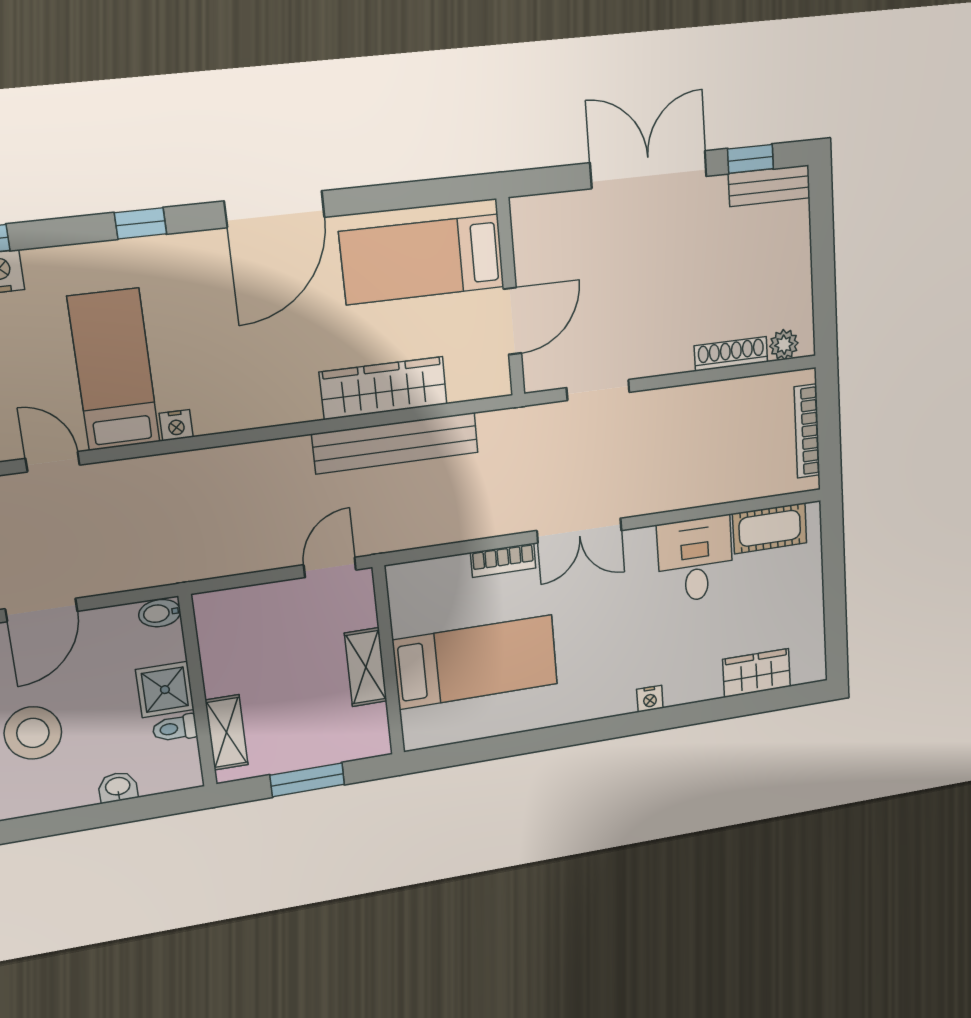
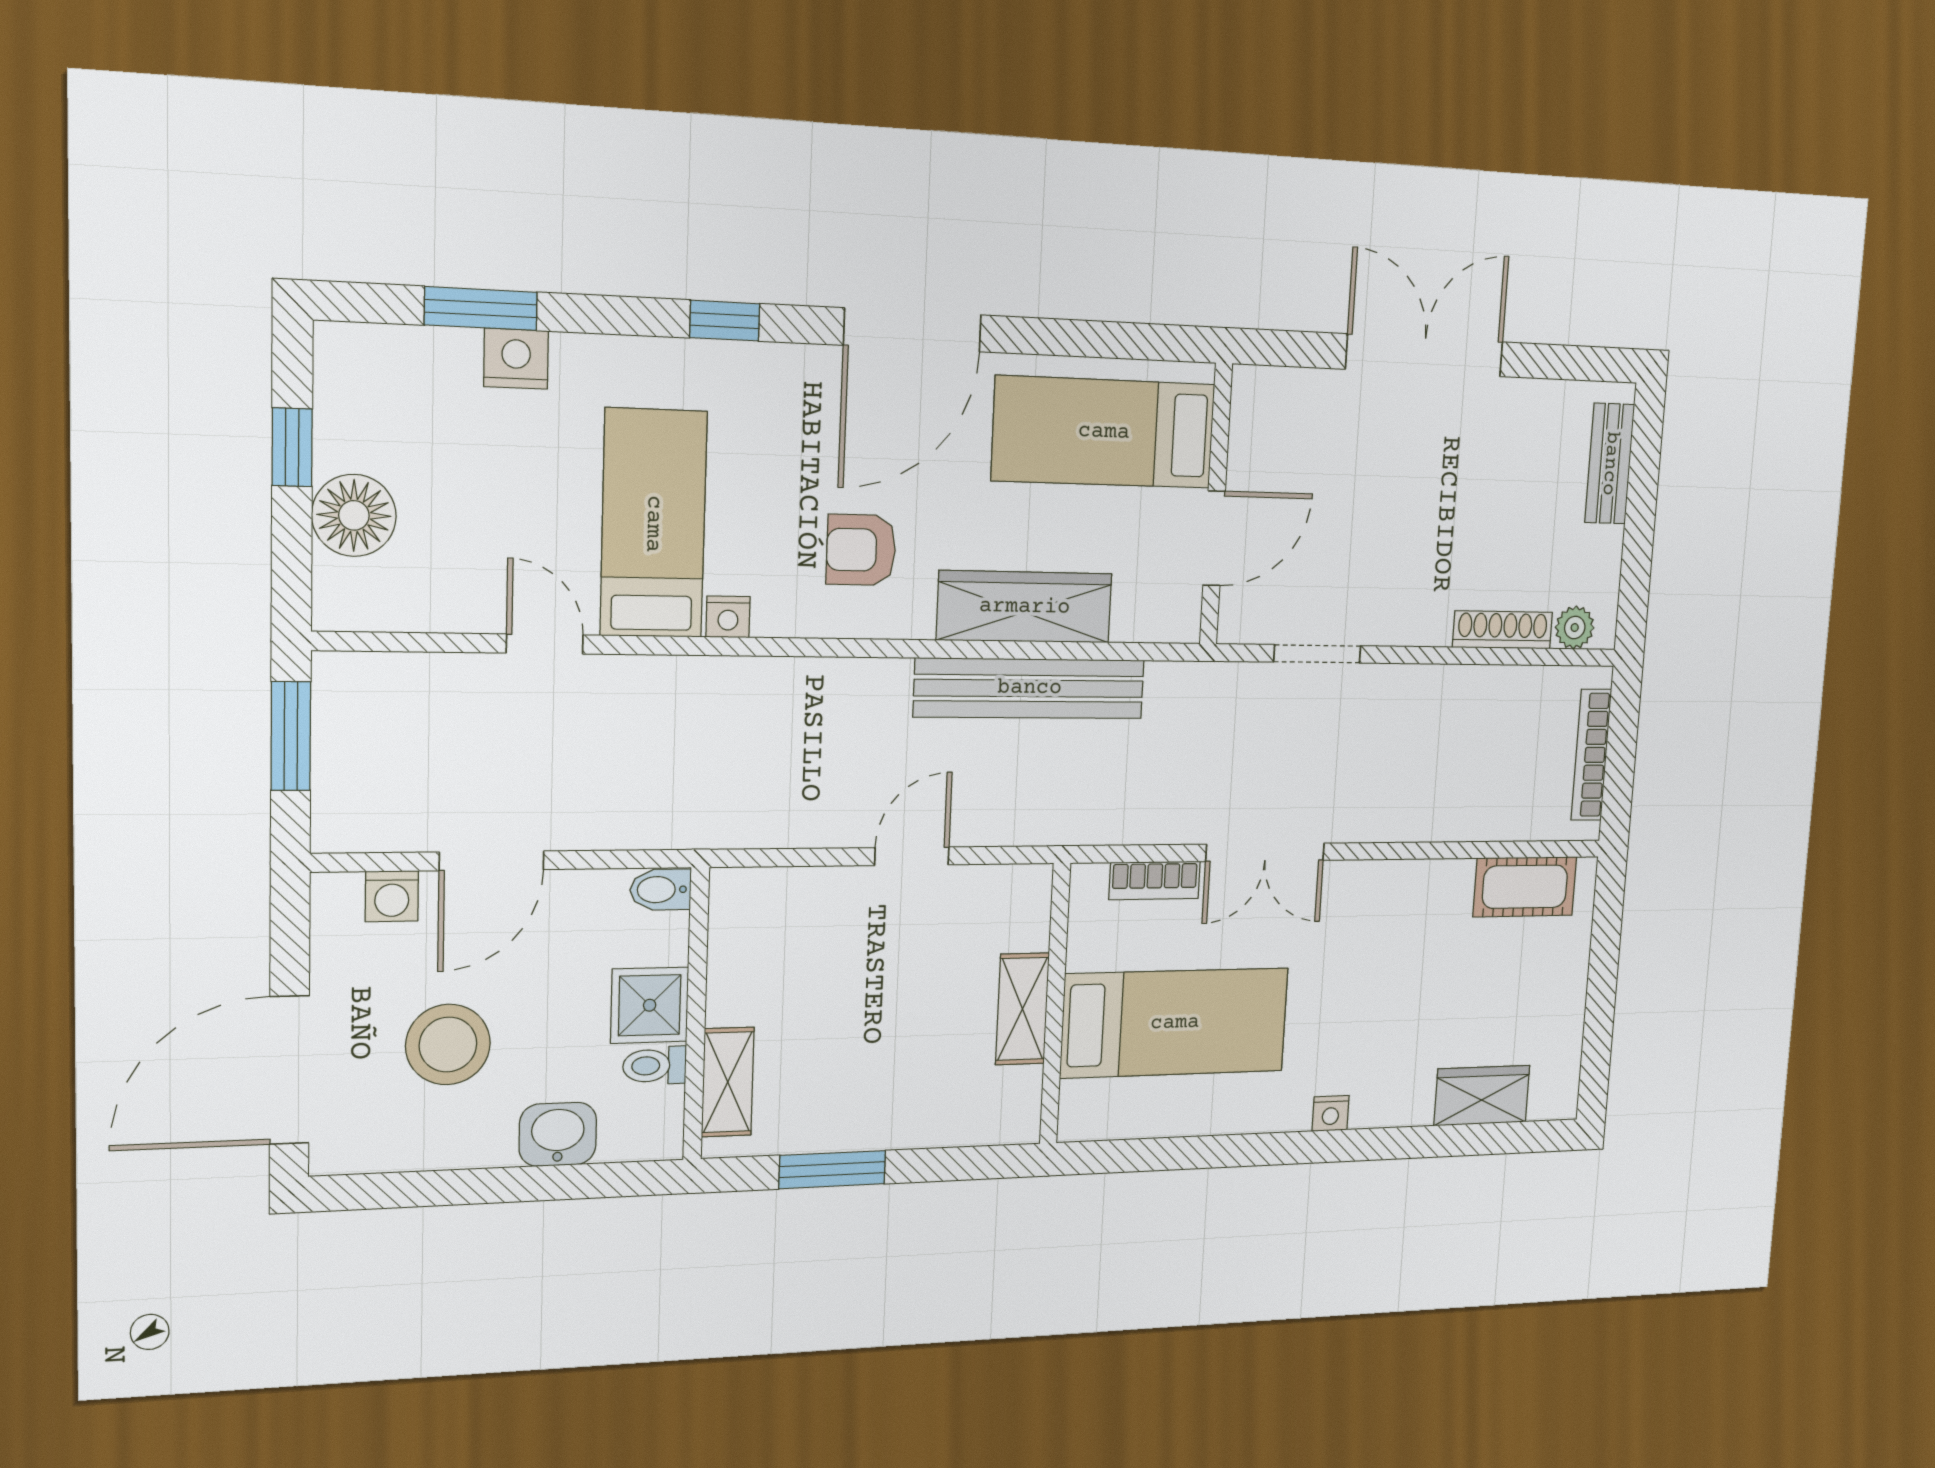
window: (750, 159) -> (1561, 362), removed
bench: (769, 186) -> (1610, 464), moved, turned 90
armchair: (262, 366) -> (861, 550), added
desk: (695, 560) -> (1418, 917), removed
wall: (388, 661) -> (1055, 1004), moved
bed: (476, 662) -> (1175, 1023), moved
shelving: (366, 667) -> (1022, 1009), moved
washbasin: (118, 787) -> (558, 1134), width x1.38, depth x1.45

